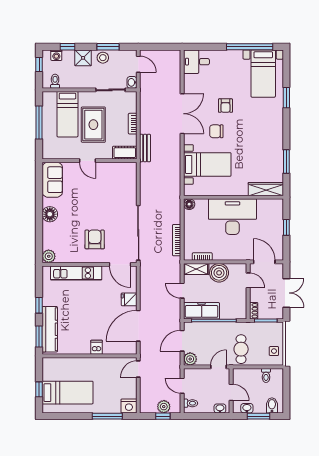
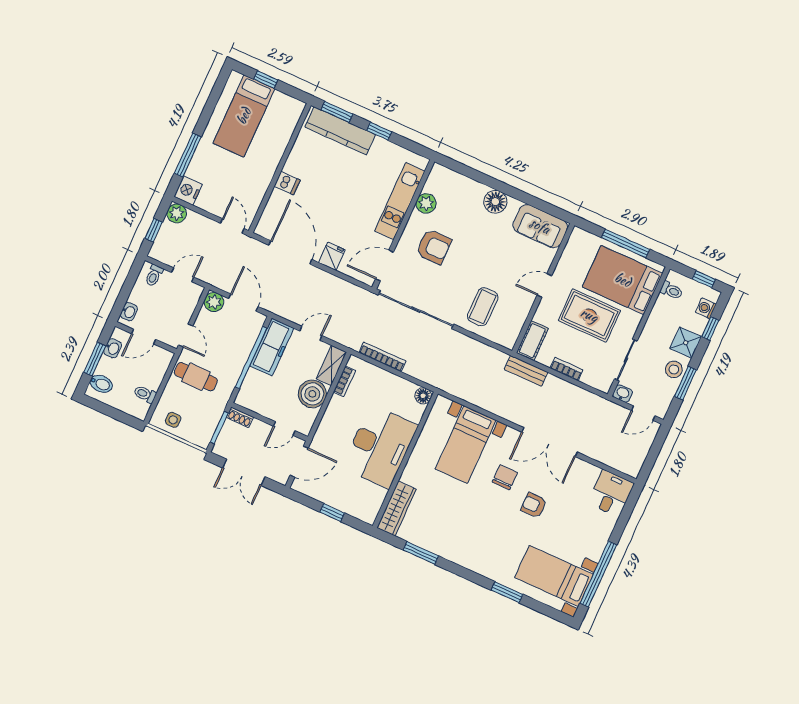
bed: (67, 114) -> (623, 280), width x1.50
coffee table: (118, 193) -> (483, 307), added
plant: (49, 256) -> (426, 203), moved
plant: (164, 407) -> (177, 213), moved

